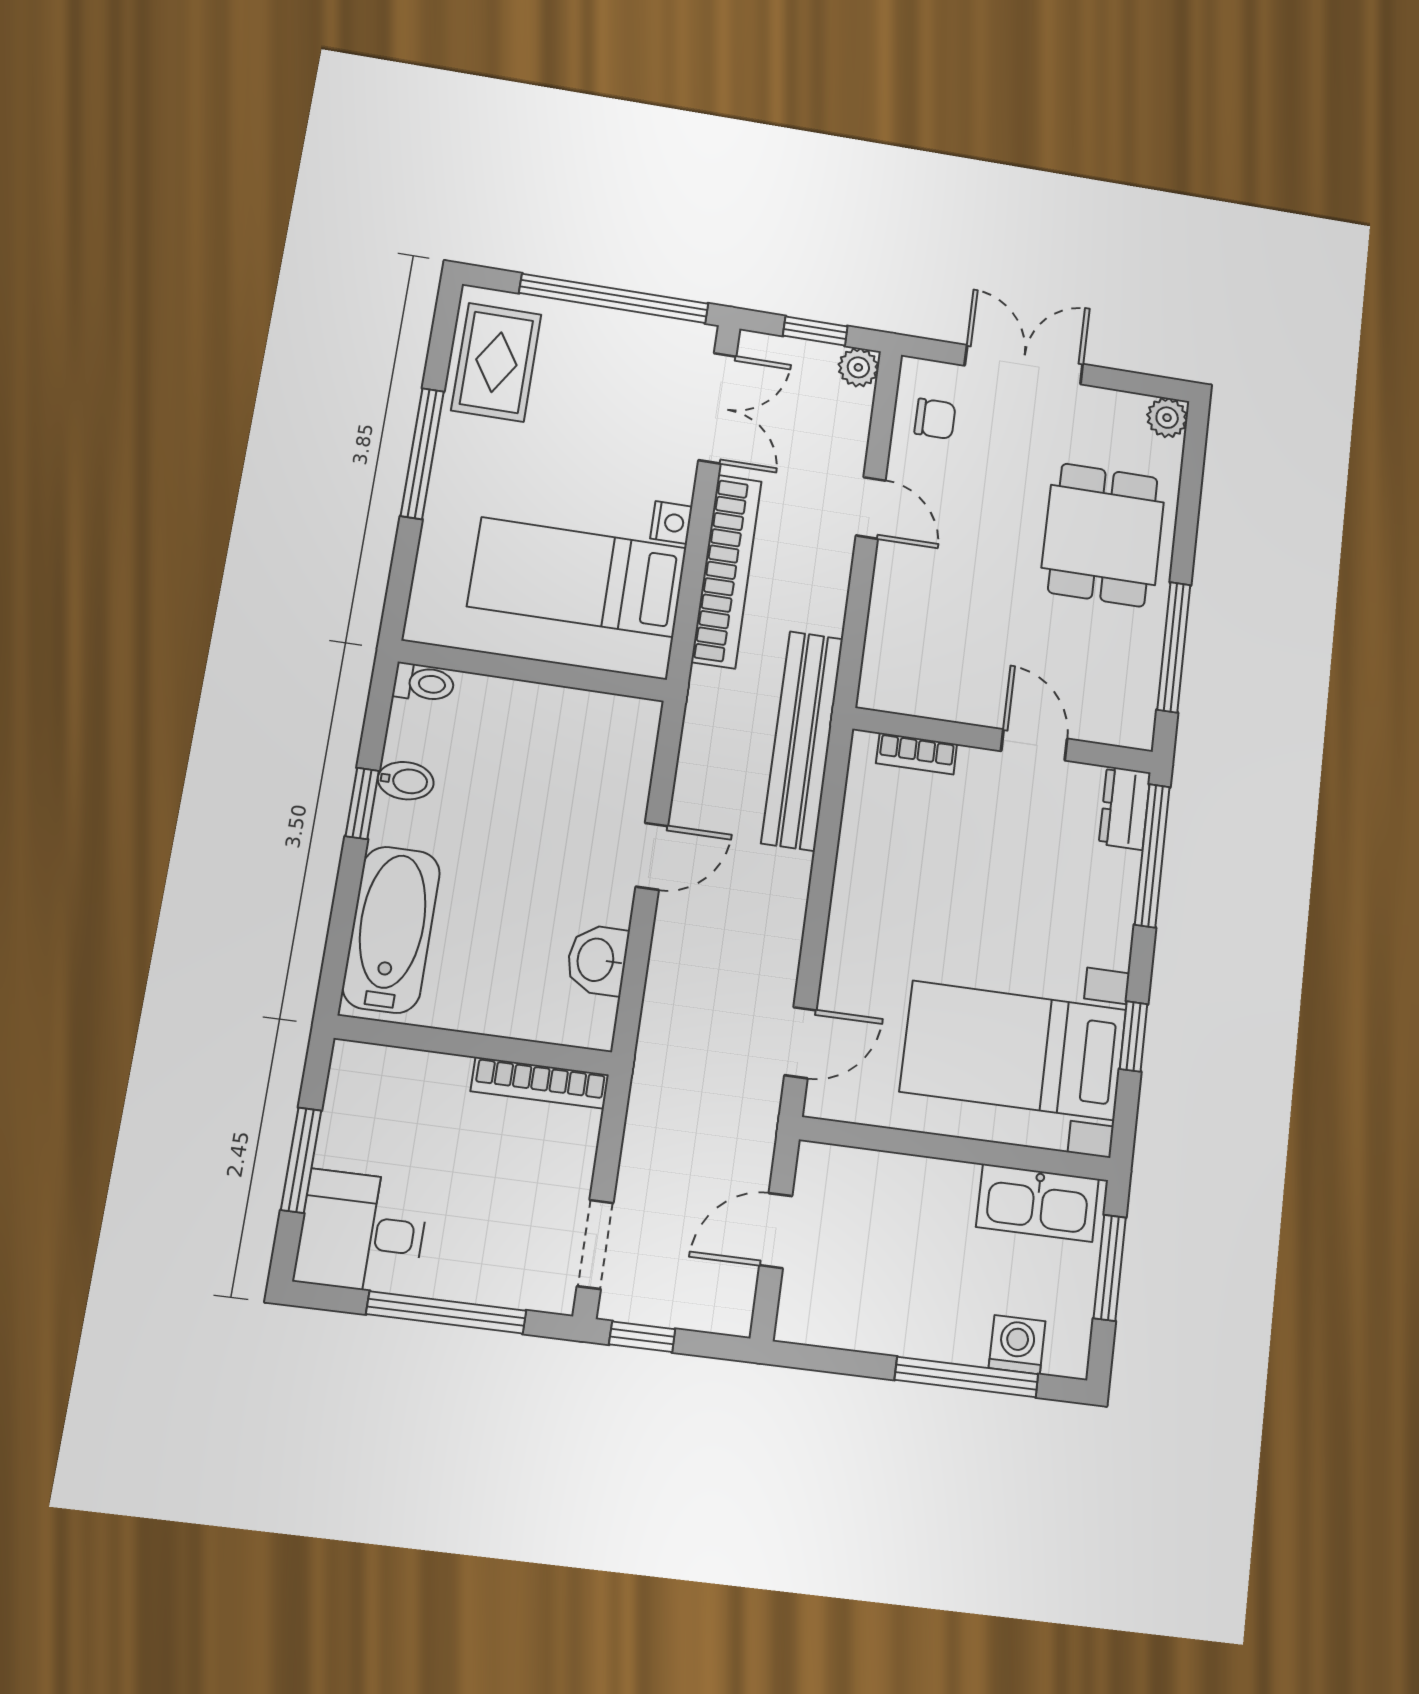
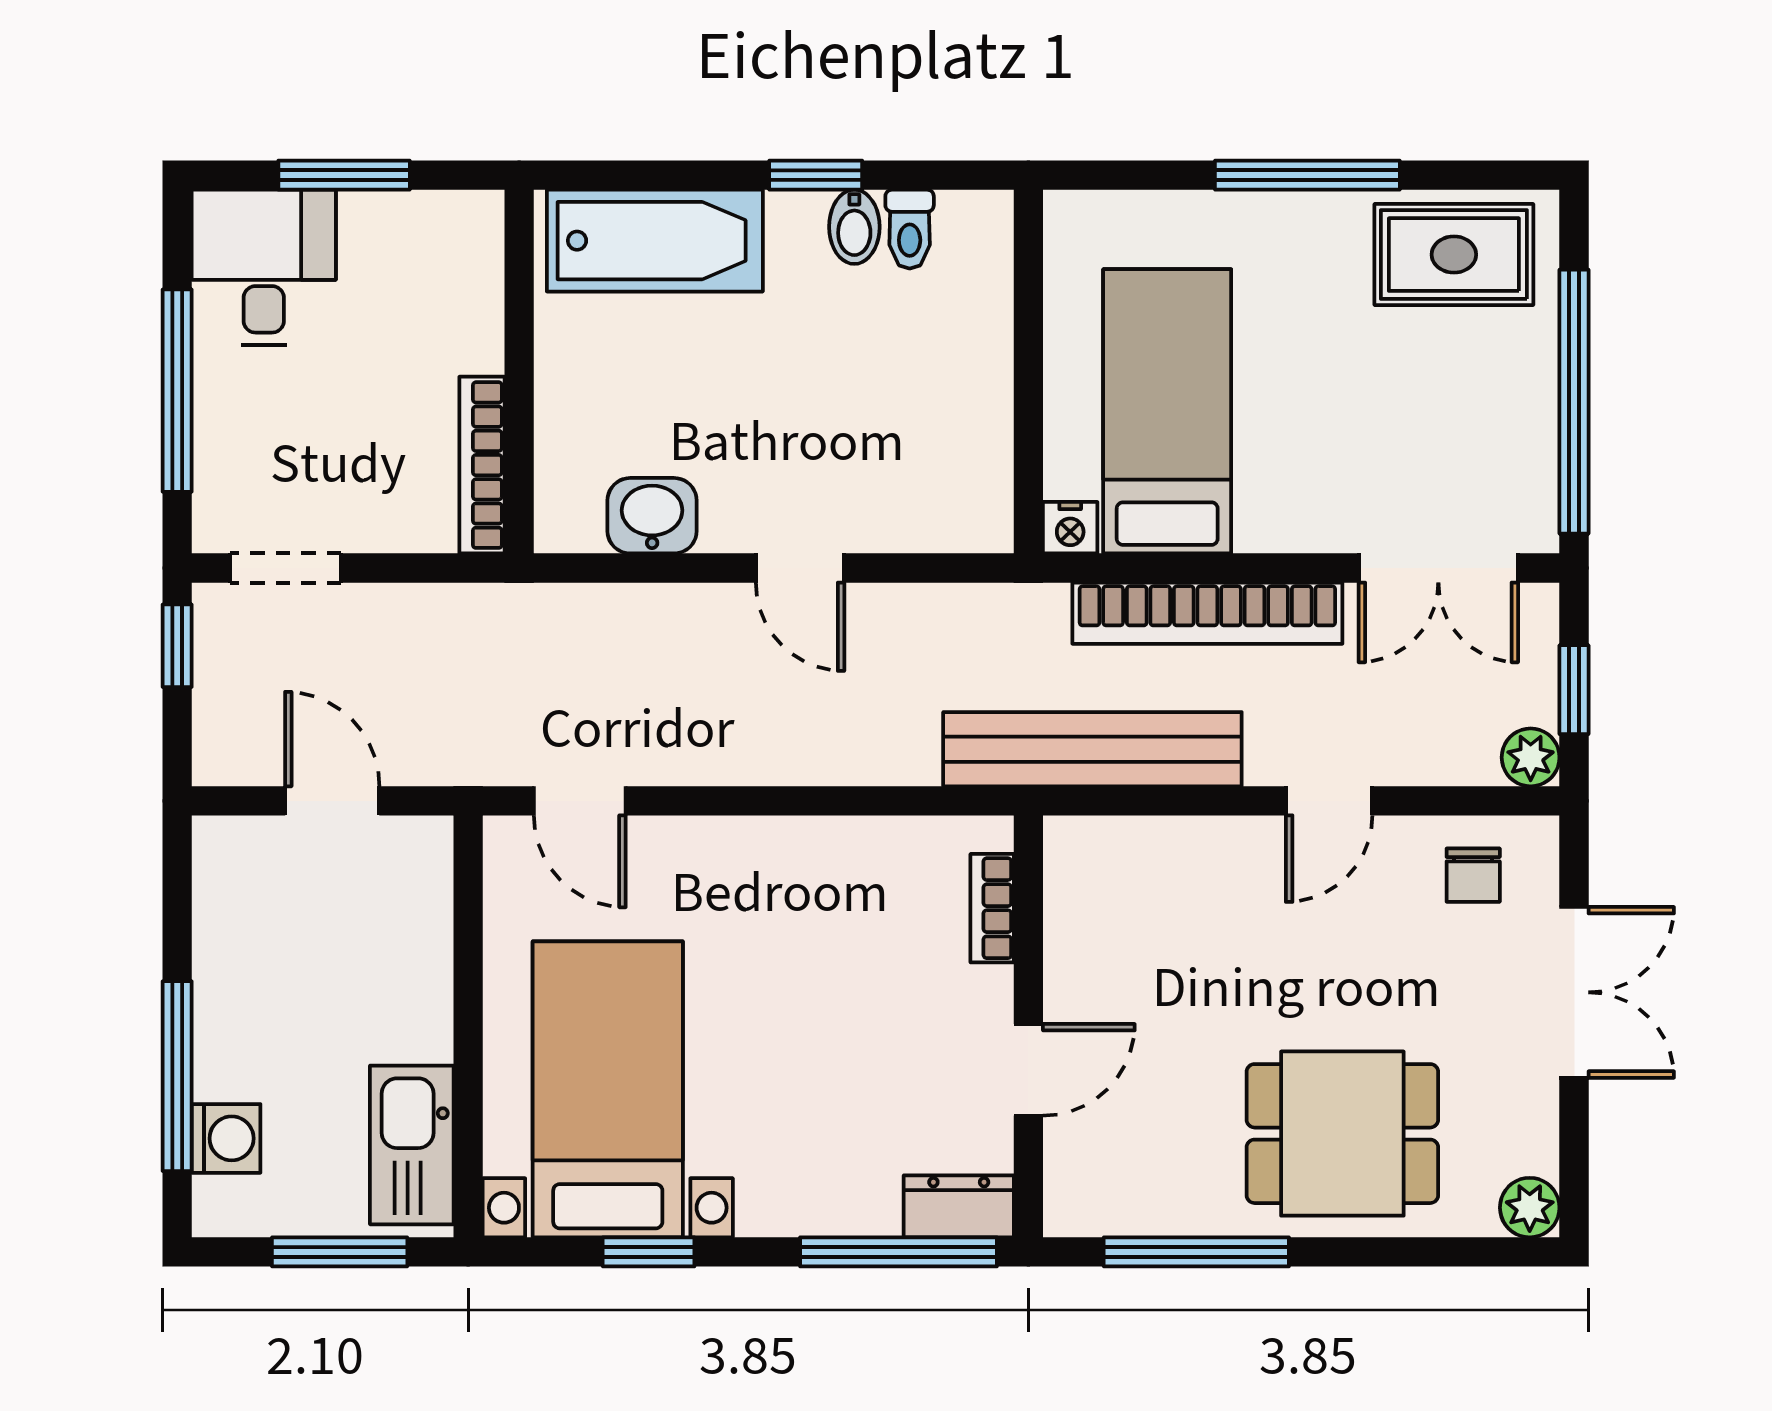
nightstand: (671, 523) -> (1070, 528), moved
toilet: (424, 683) -> (910, 229), moved
bench: (802, 740) -> (1092, 749), moved

